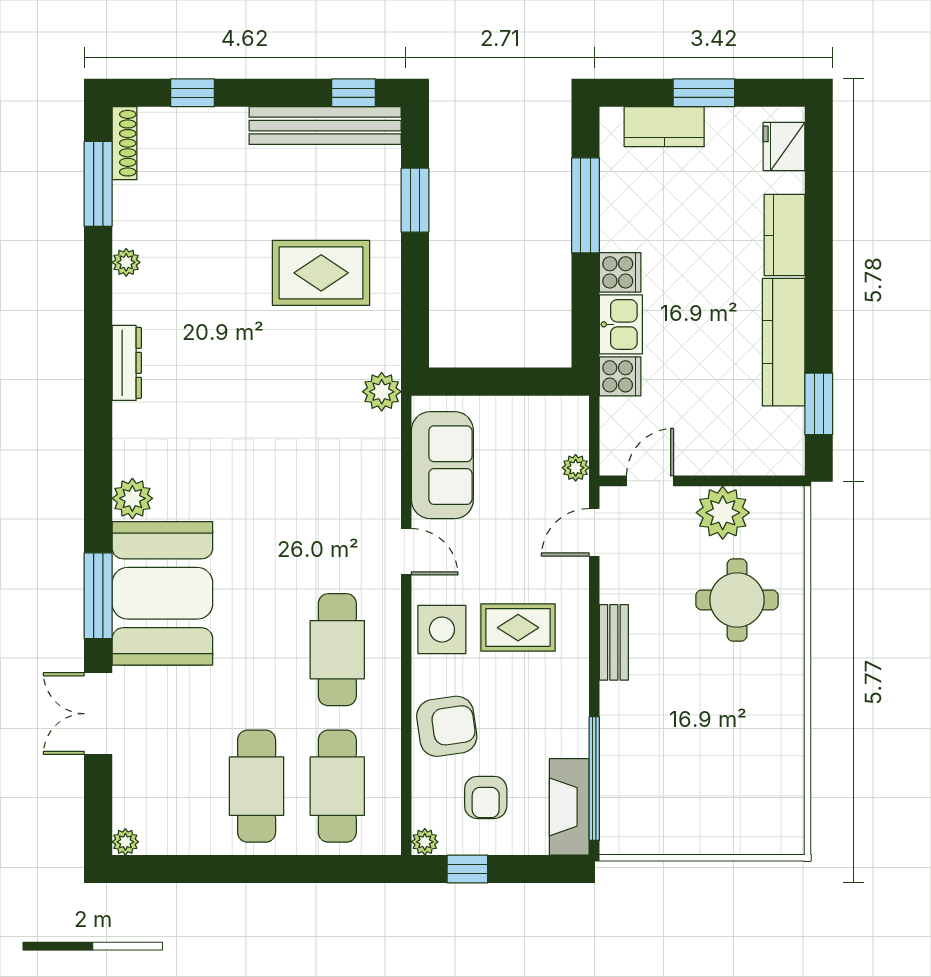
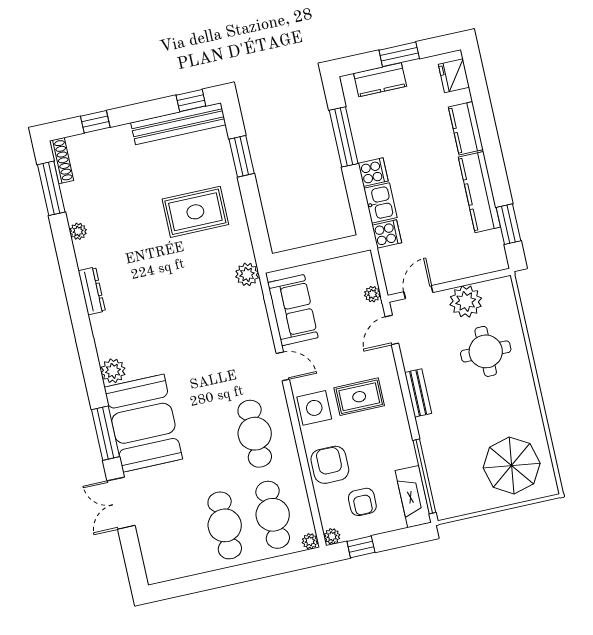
armchair: (447, 726) -> (330, 465), turned -82
parasol: (738, 792) -> (512, 465), added
plant: (125, 842) -> (310, 541), moved

